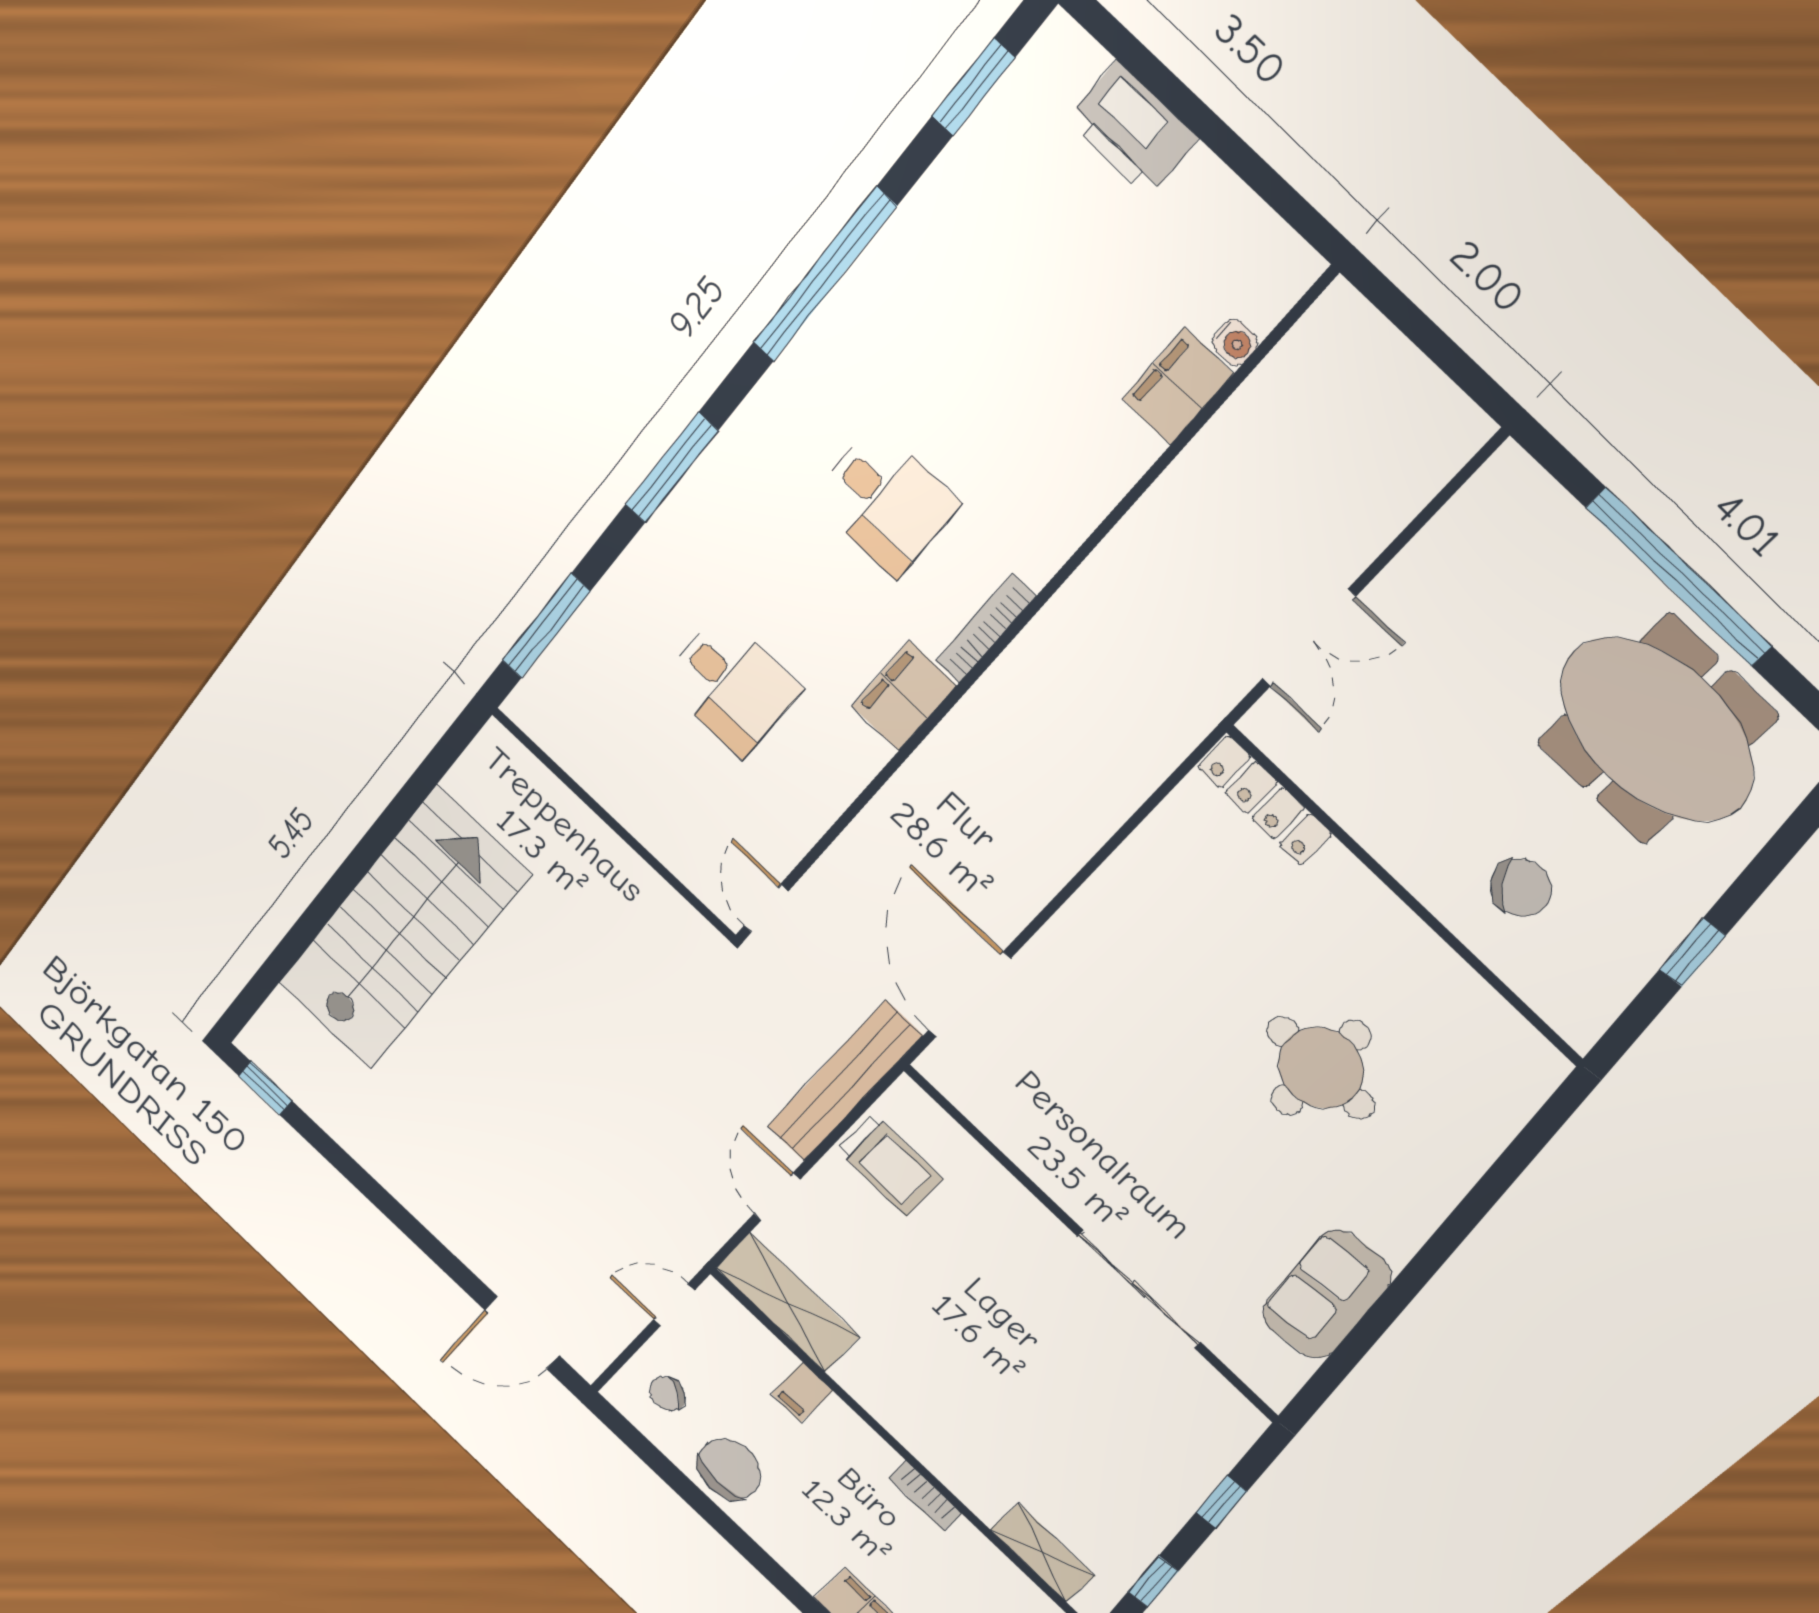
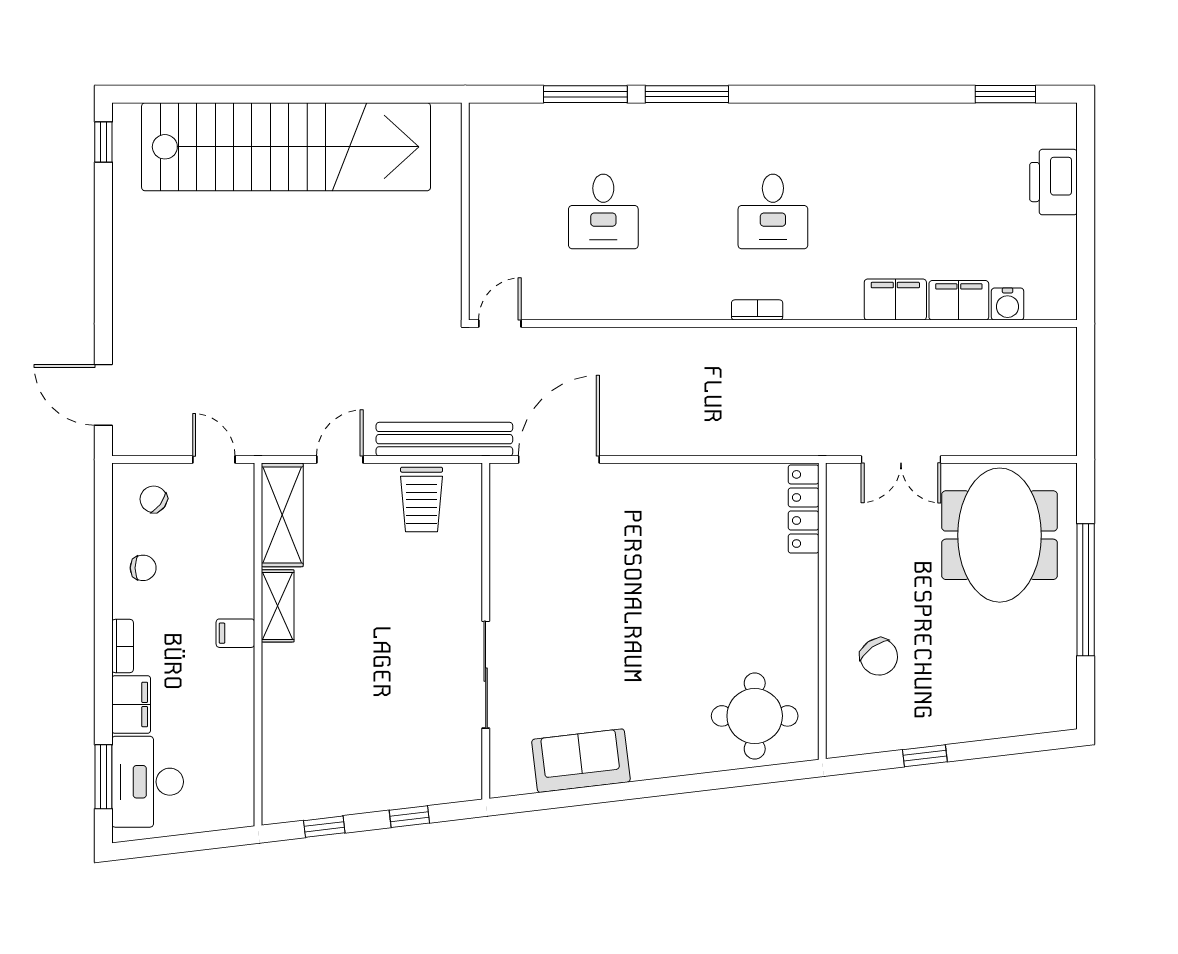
window: (824, 275) -> (854, 94), removed
water cooler: (1235, 342) -> (1008, 304), width x1.38, depth x1.38
window: (546, 626) -> (585, 94), moved
bookcase: (986, 628) -> (757, 310), width x0.64
filing cabinet: (904, 696) -> (895, 300), moved
meeting table: (1657, 730) -> (1000, 535), moved
stairs: (403, 930) -> (286, 147), width x1.36
round table: (1321, 1068) -> (755, 716), moved
filing cabinet: (802, 1392) -> (235, 633), moved
chair: (729, 1469) -> (143, 568), width x0.54, depth x0.54
bookcase: (925, 1496) -> (123, 646), moved, turned 180
shelving: (1042, 1553) -> (278, 606), moved

